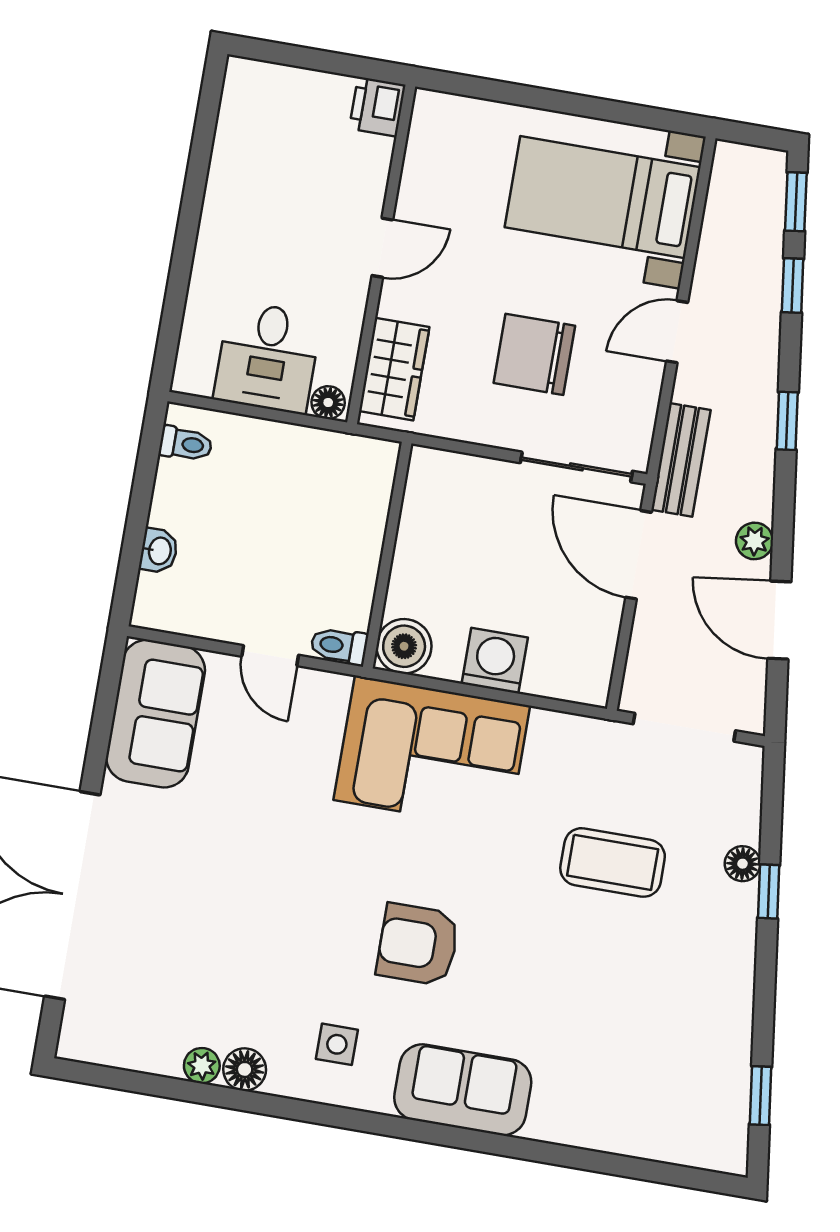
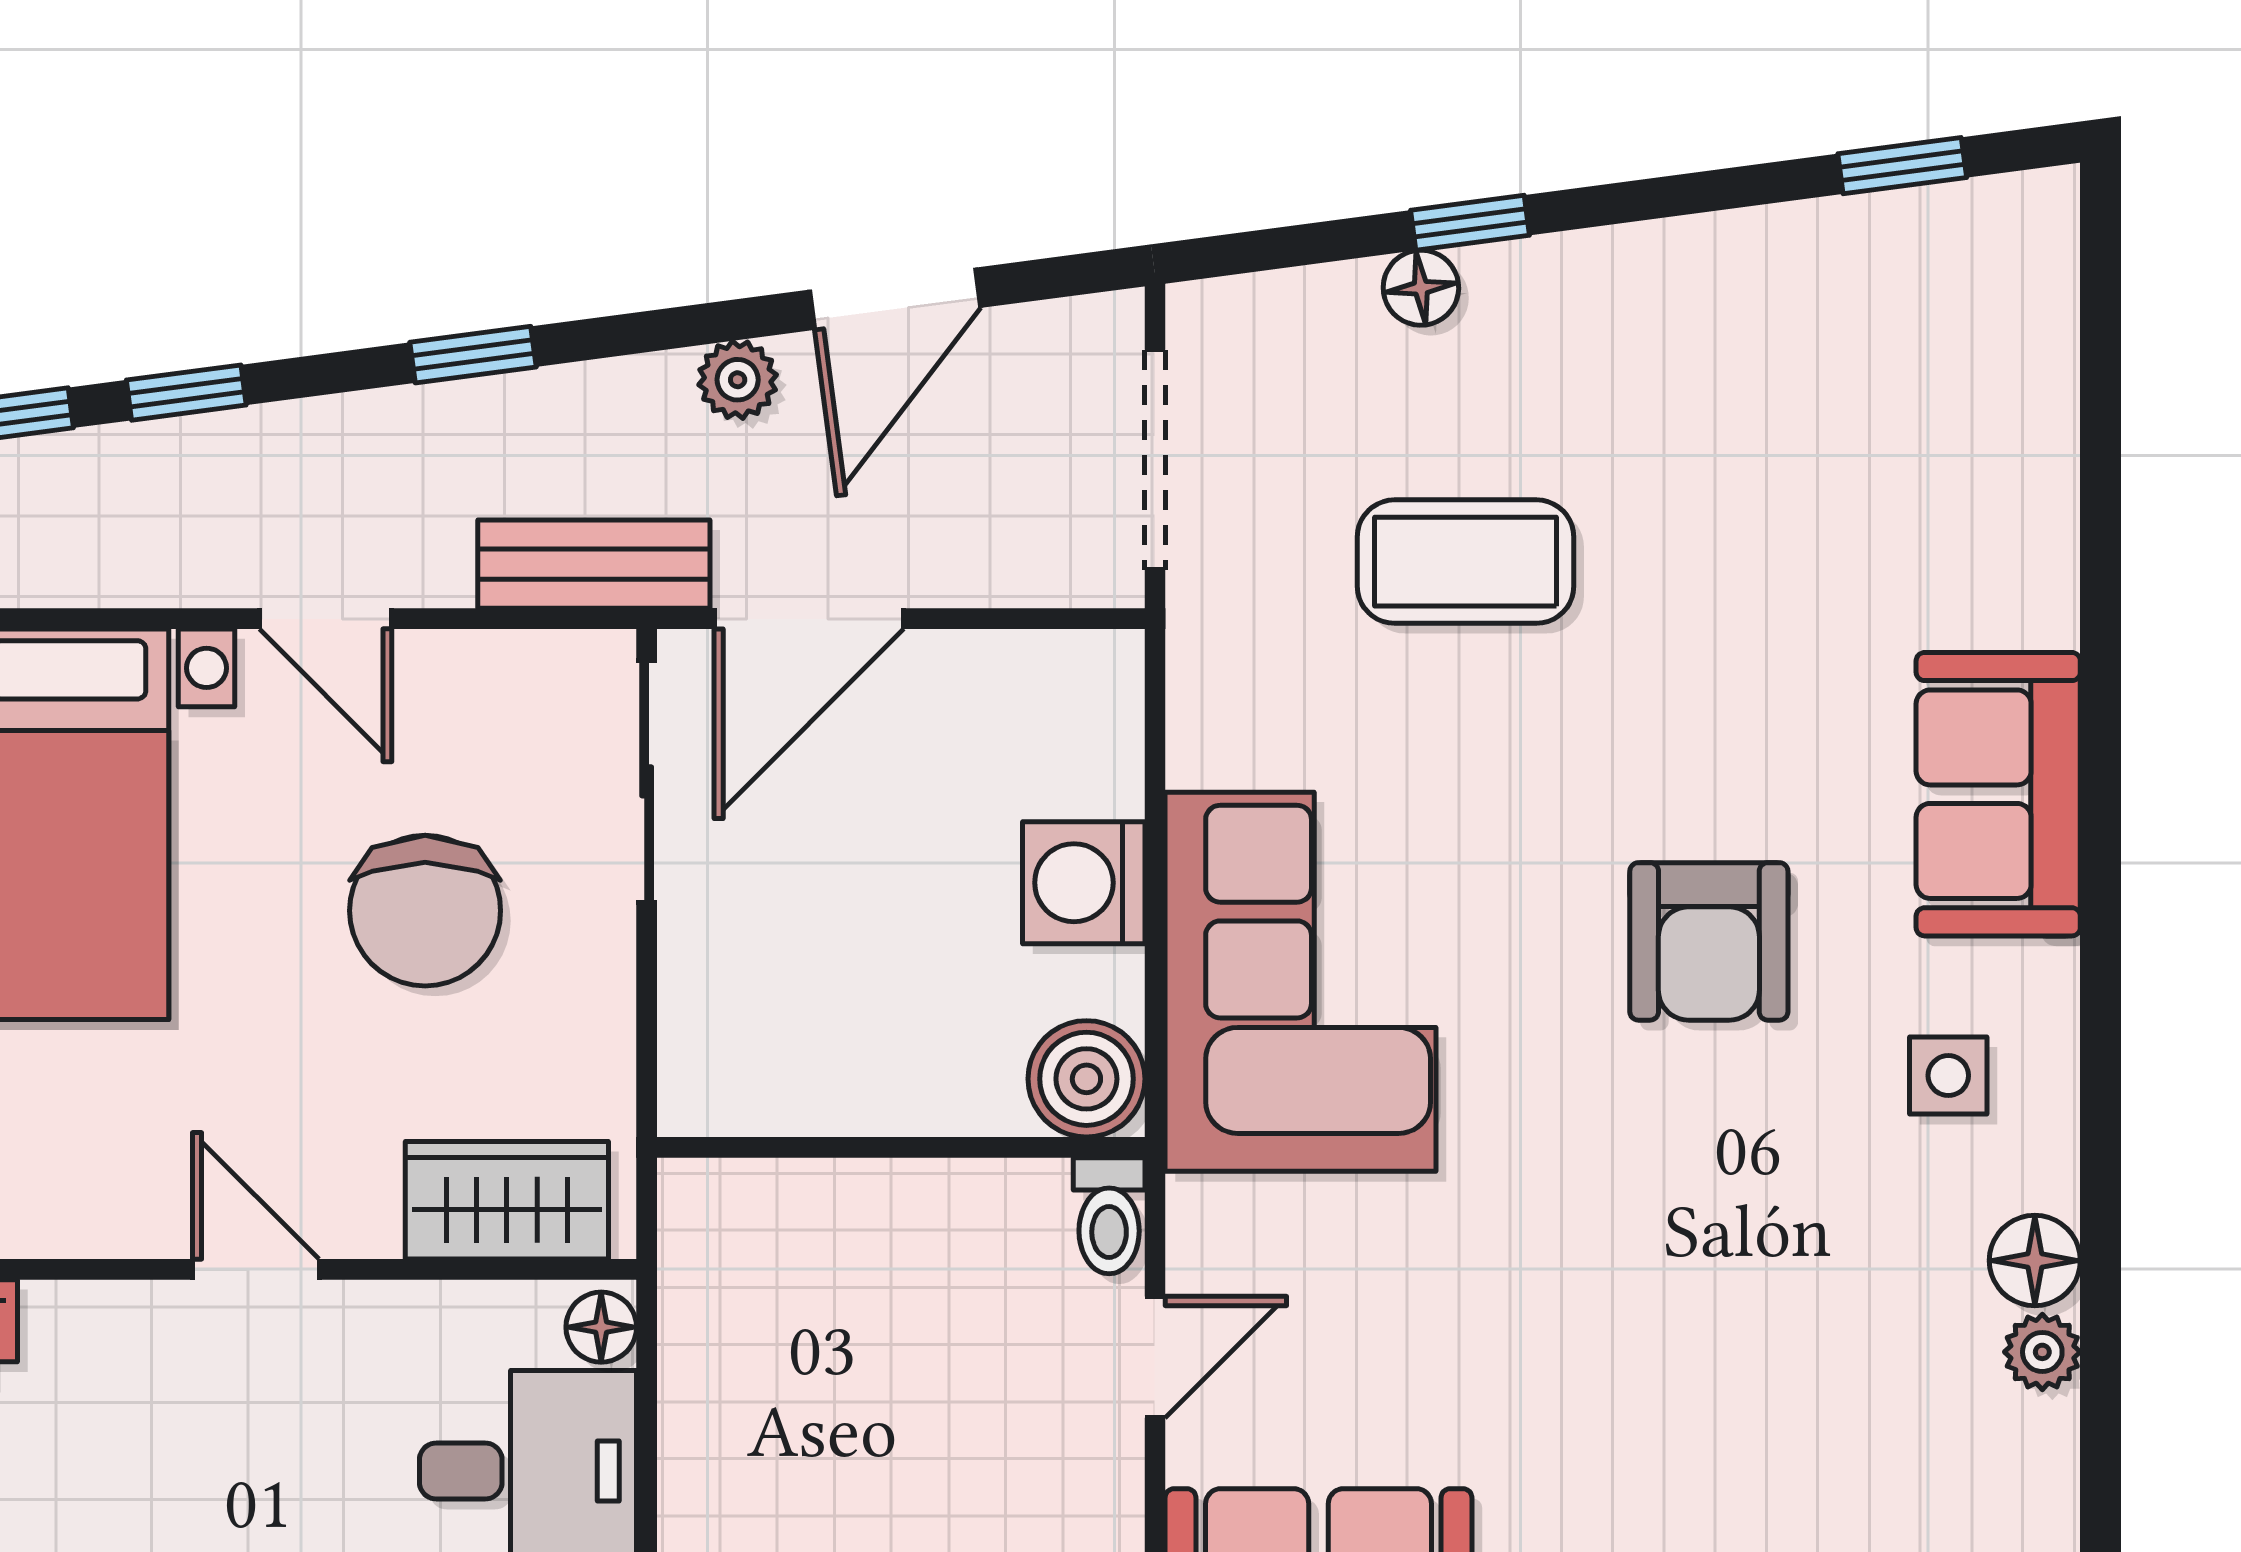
coffee table: (613, 862) -> (1466, 562), turned 90

